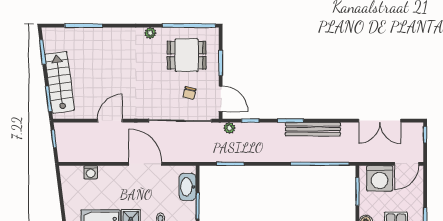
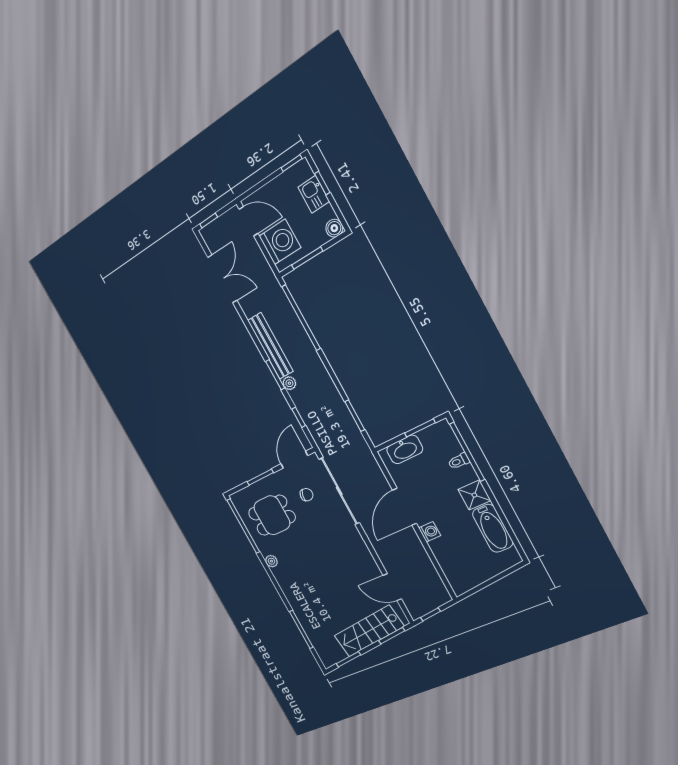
dining table: (187, 55) -> (272, 515), turned 90
door: (110, 121) -> (392, 587), moved
plant: (229, 128) -> (289, 383), moved
washing machine: (91, 172) -> (430, 532), moved

